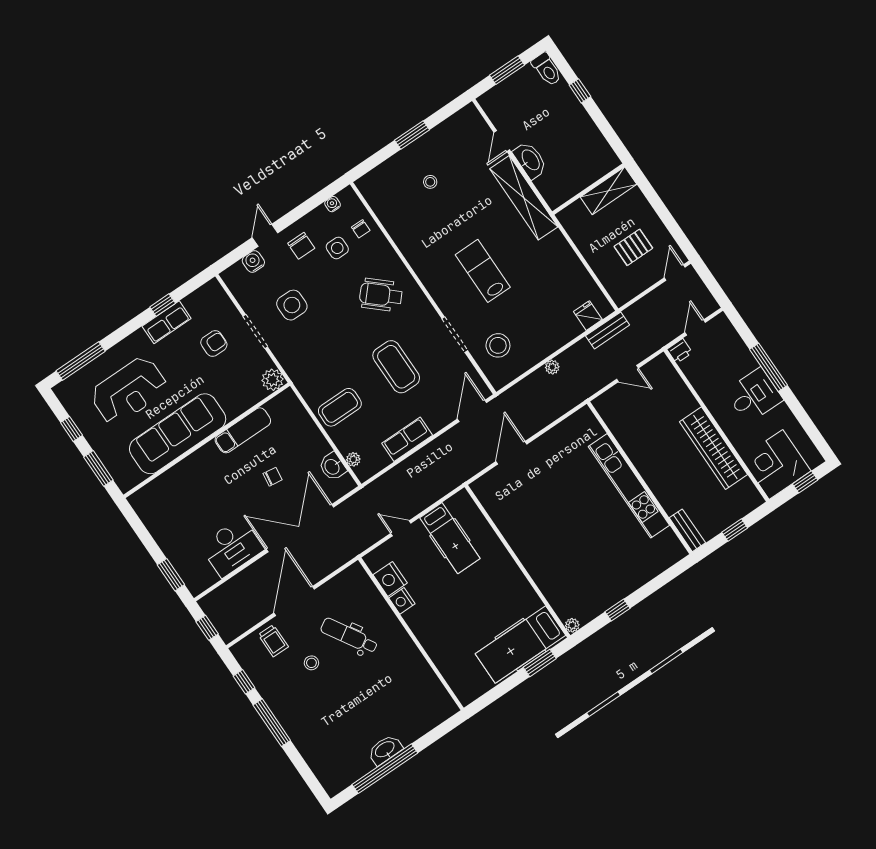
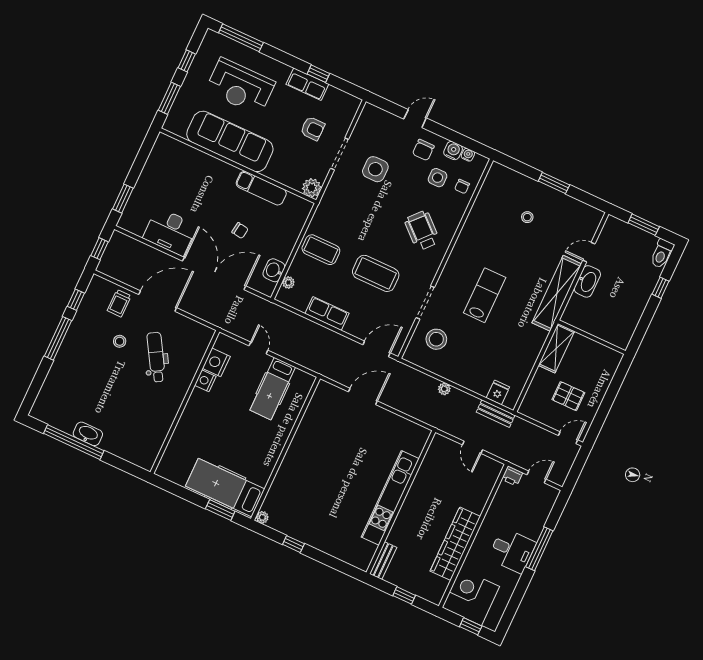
shelving: (609, 191) -> (556, 348), moved, turned 90
water cooler: (253, 262) -> (453, 151), moved
coffee table: (396, 367) -> (376, 273), turned 90

